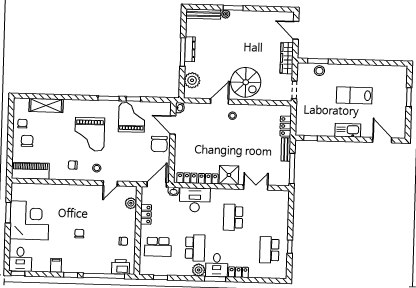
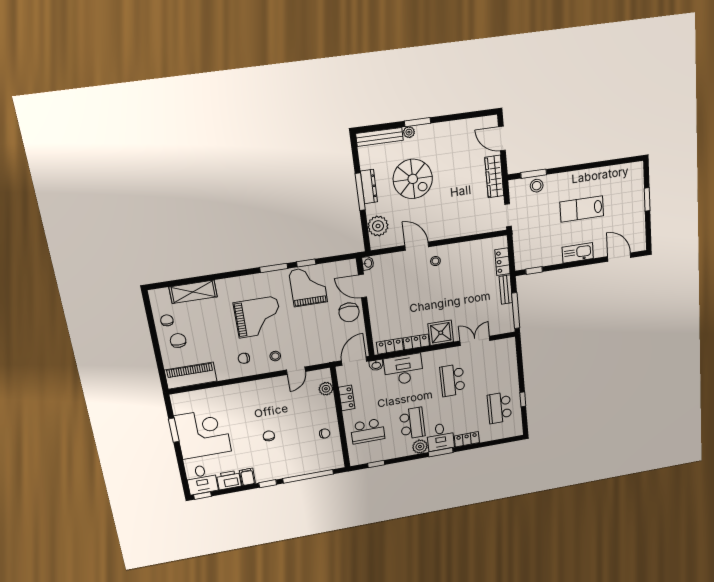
spiral stairs: (246, 82) -> (413, 179), moved
door: (220, 101) -> (417, 246), hinge flipped
grand piano: (90, 134) -> (258, 317), turned -90
printer: (121, 267) -> (229, 480), moved

